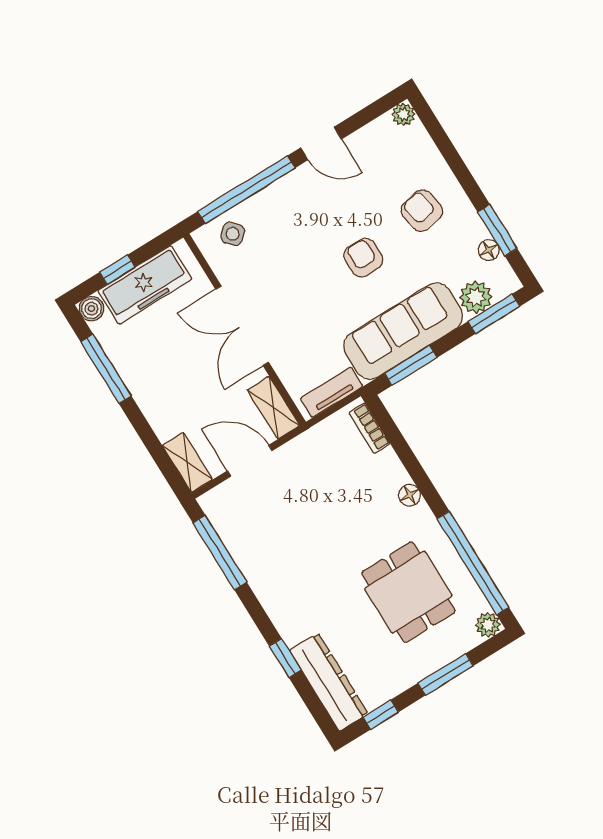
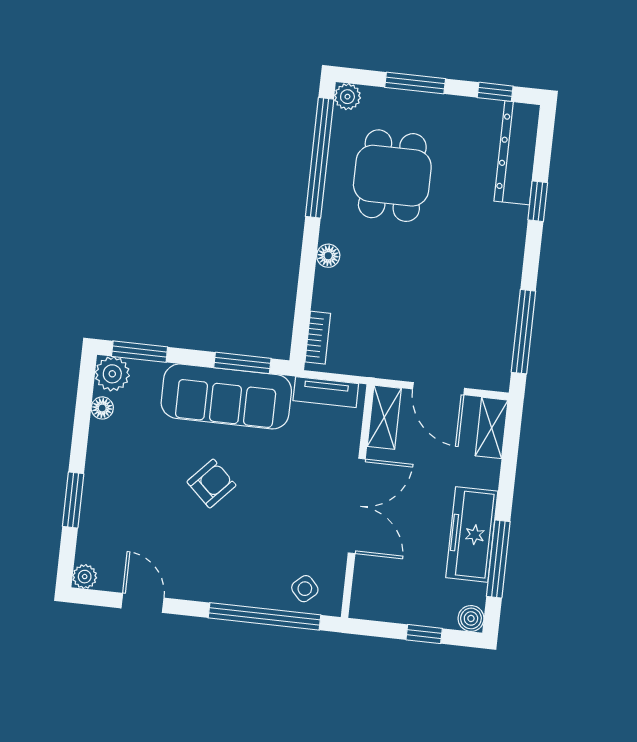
door: (321, 143) -> (142, 603), moved
armchair: (422, 211) -> (132, 484), removed
window: (497, 230) -> (73, 500), moved
armchair: (363, 258) -> (211, 484), turned -137
freezer: (145, 285) -> (472, 534), moved, turned -90
plant: (476, 297) -> (112, 374), moved

